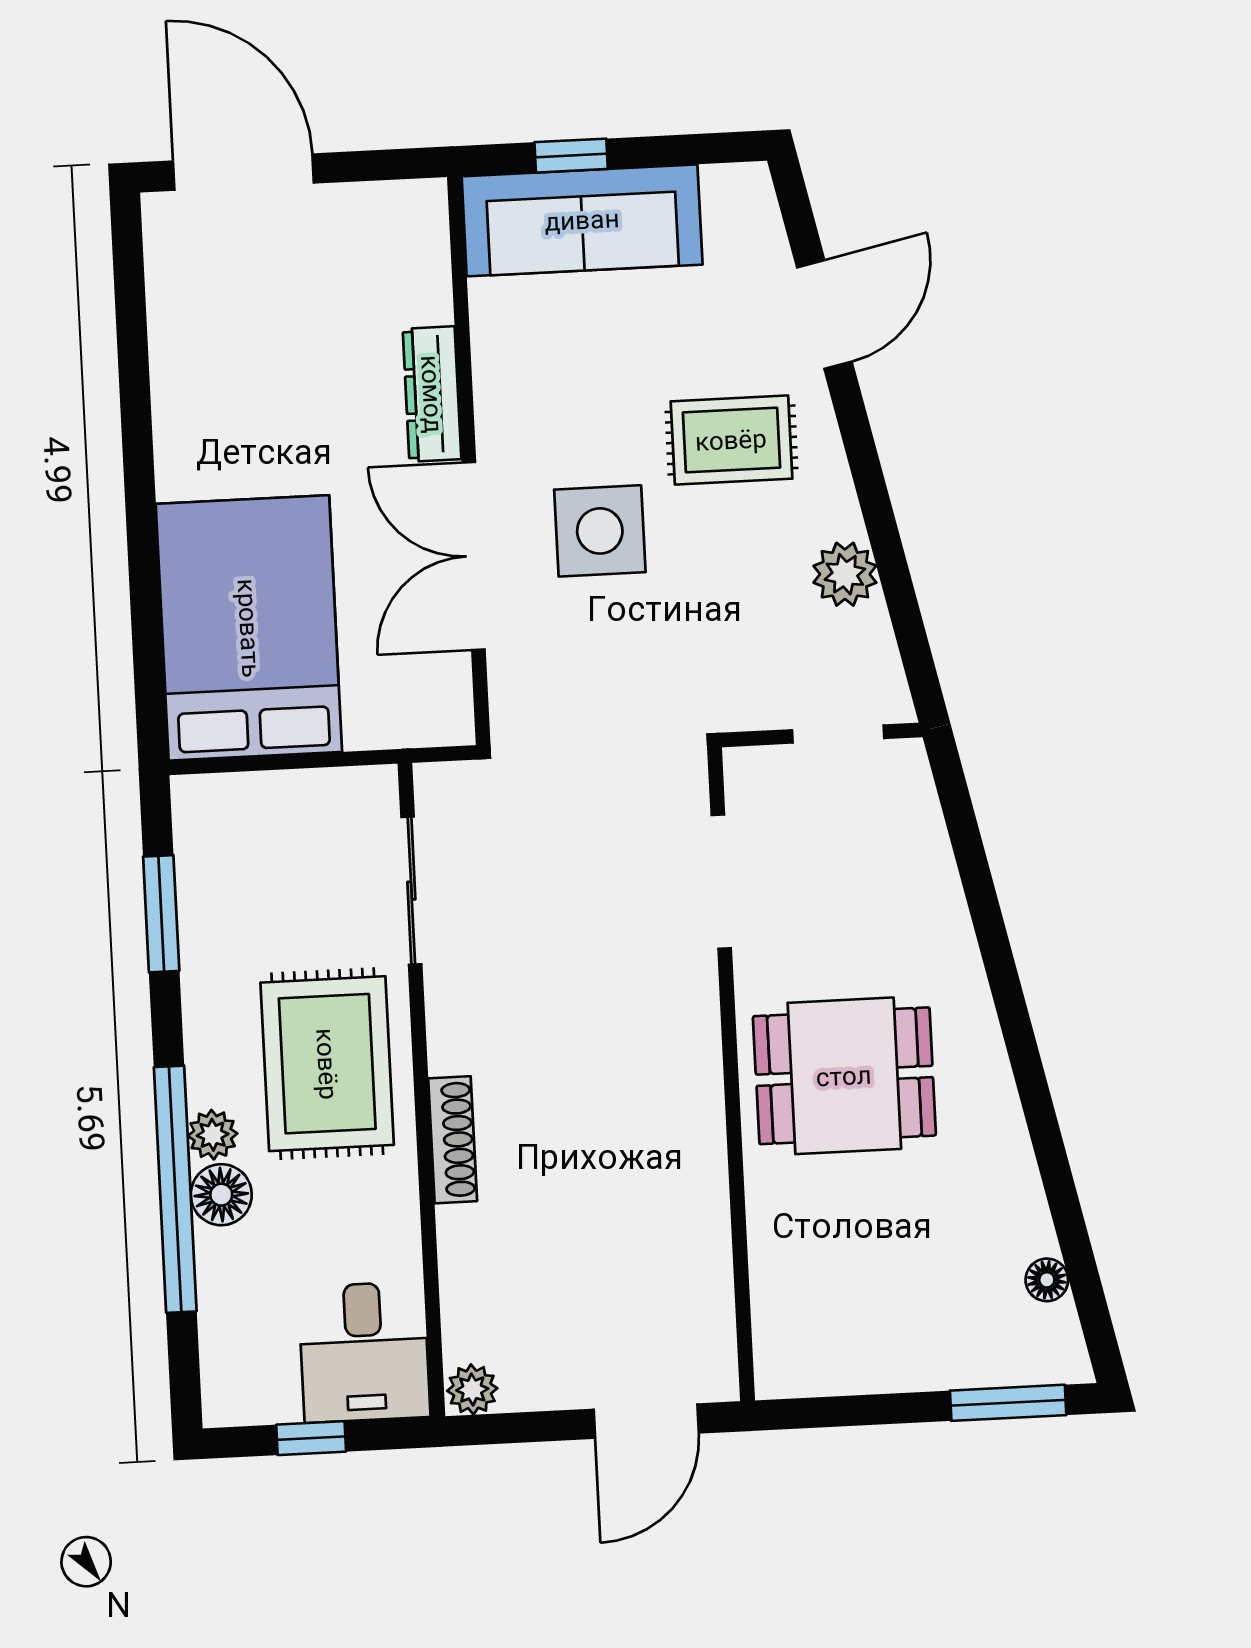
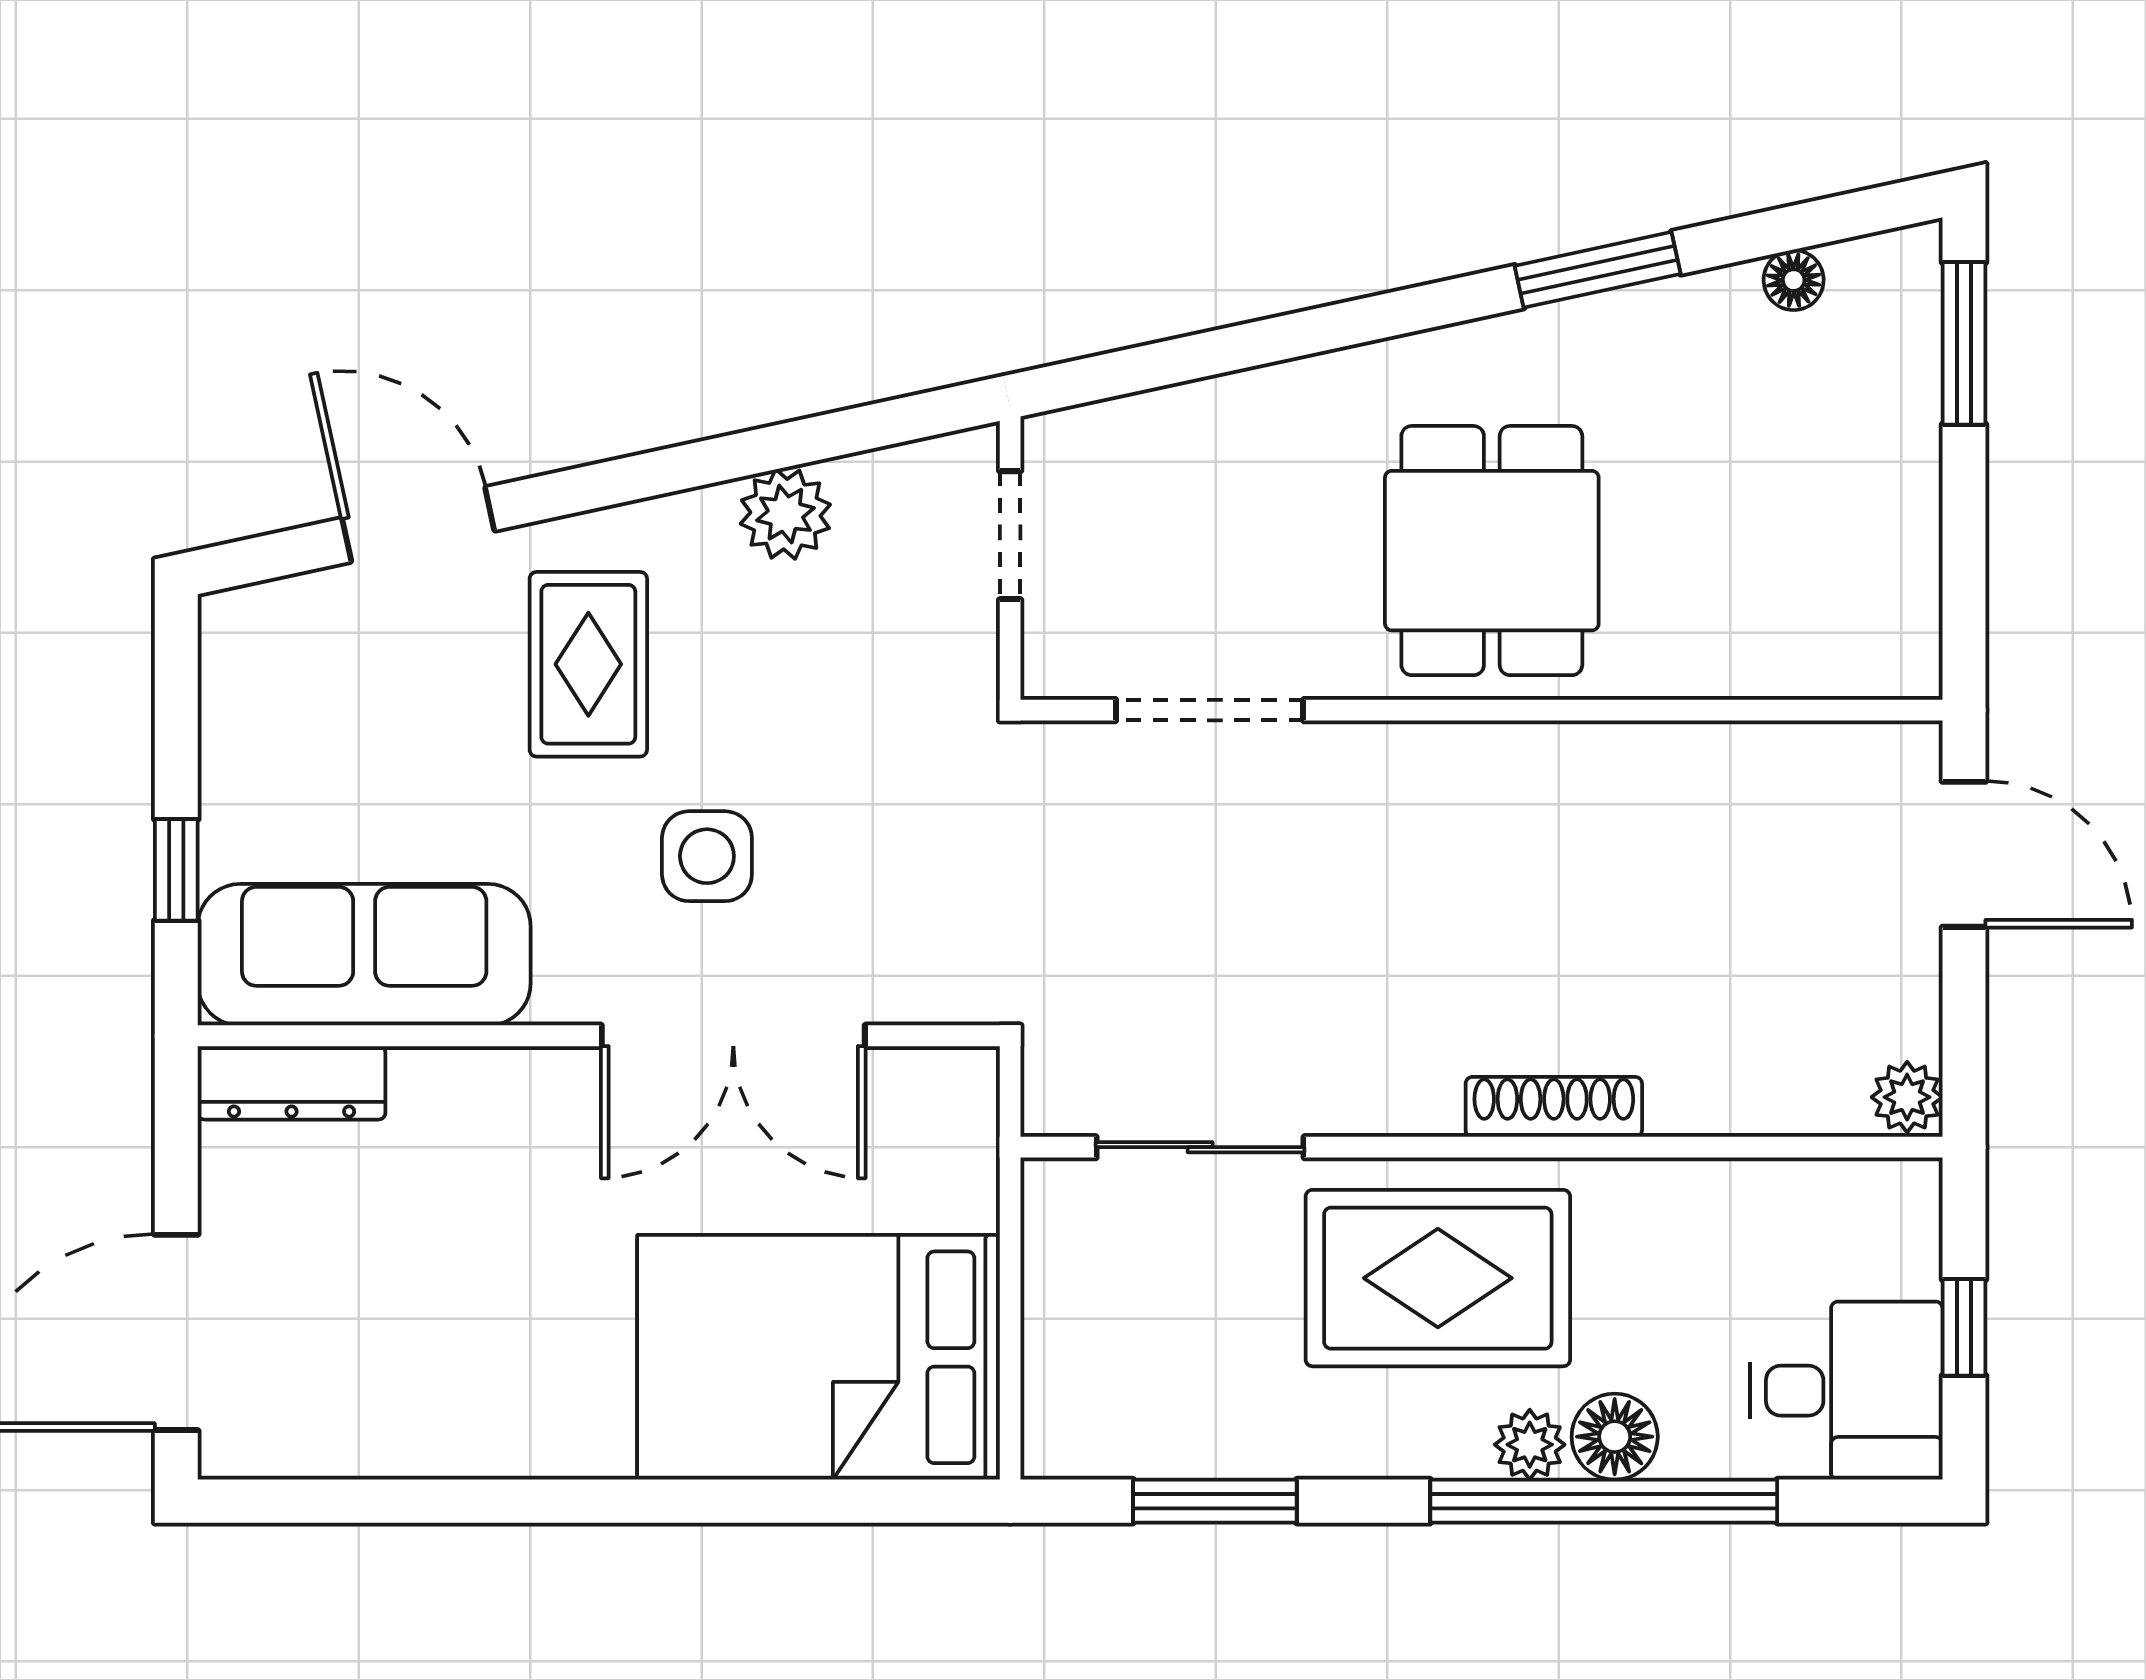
sofa: (582, 220) -> (364, 955), moved, turned -90
dresser: (432, 394) -> (292, 1083), moved
side table: (600, 531) -> (707, 856), width x0.73, depth x0.73
window: (1047, 1141) -> (1598, 270), added
desk: (364, 1352) -> (1847, 1391), moved

